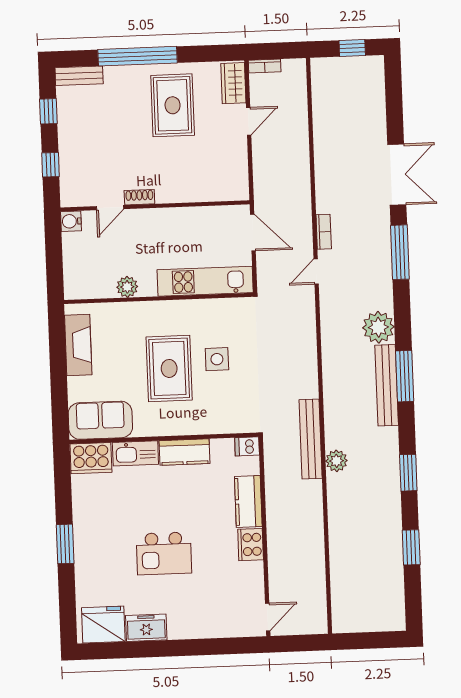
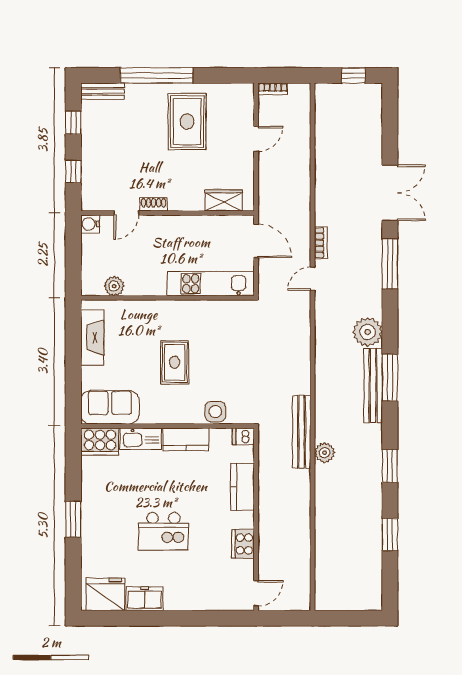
wardrobe: (233, 83) -> (224, 200), moved, turned 90
plant: (127, 287) -> (114, 286), moved
side table: (217, 359) -> (215, 412), moved
rug: (169, 368) -> (175, 362), width x0.73, depth x0.70
cooker: (251, 545) -> (243, 544), moved

